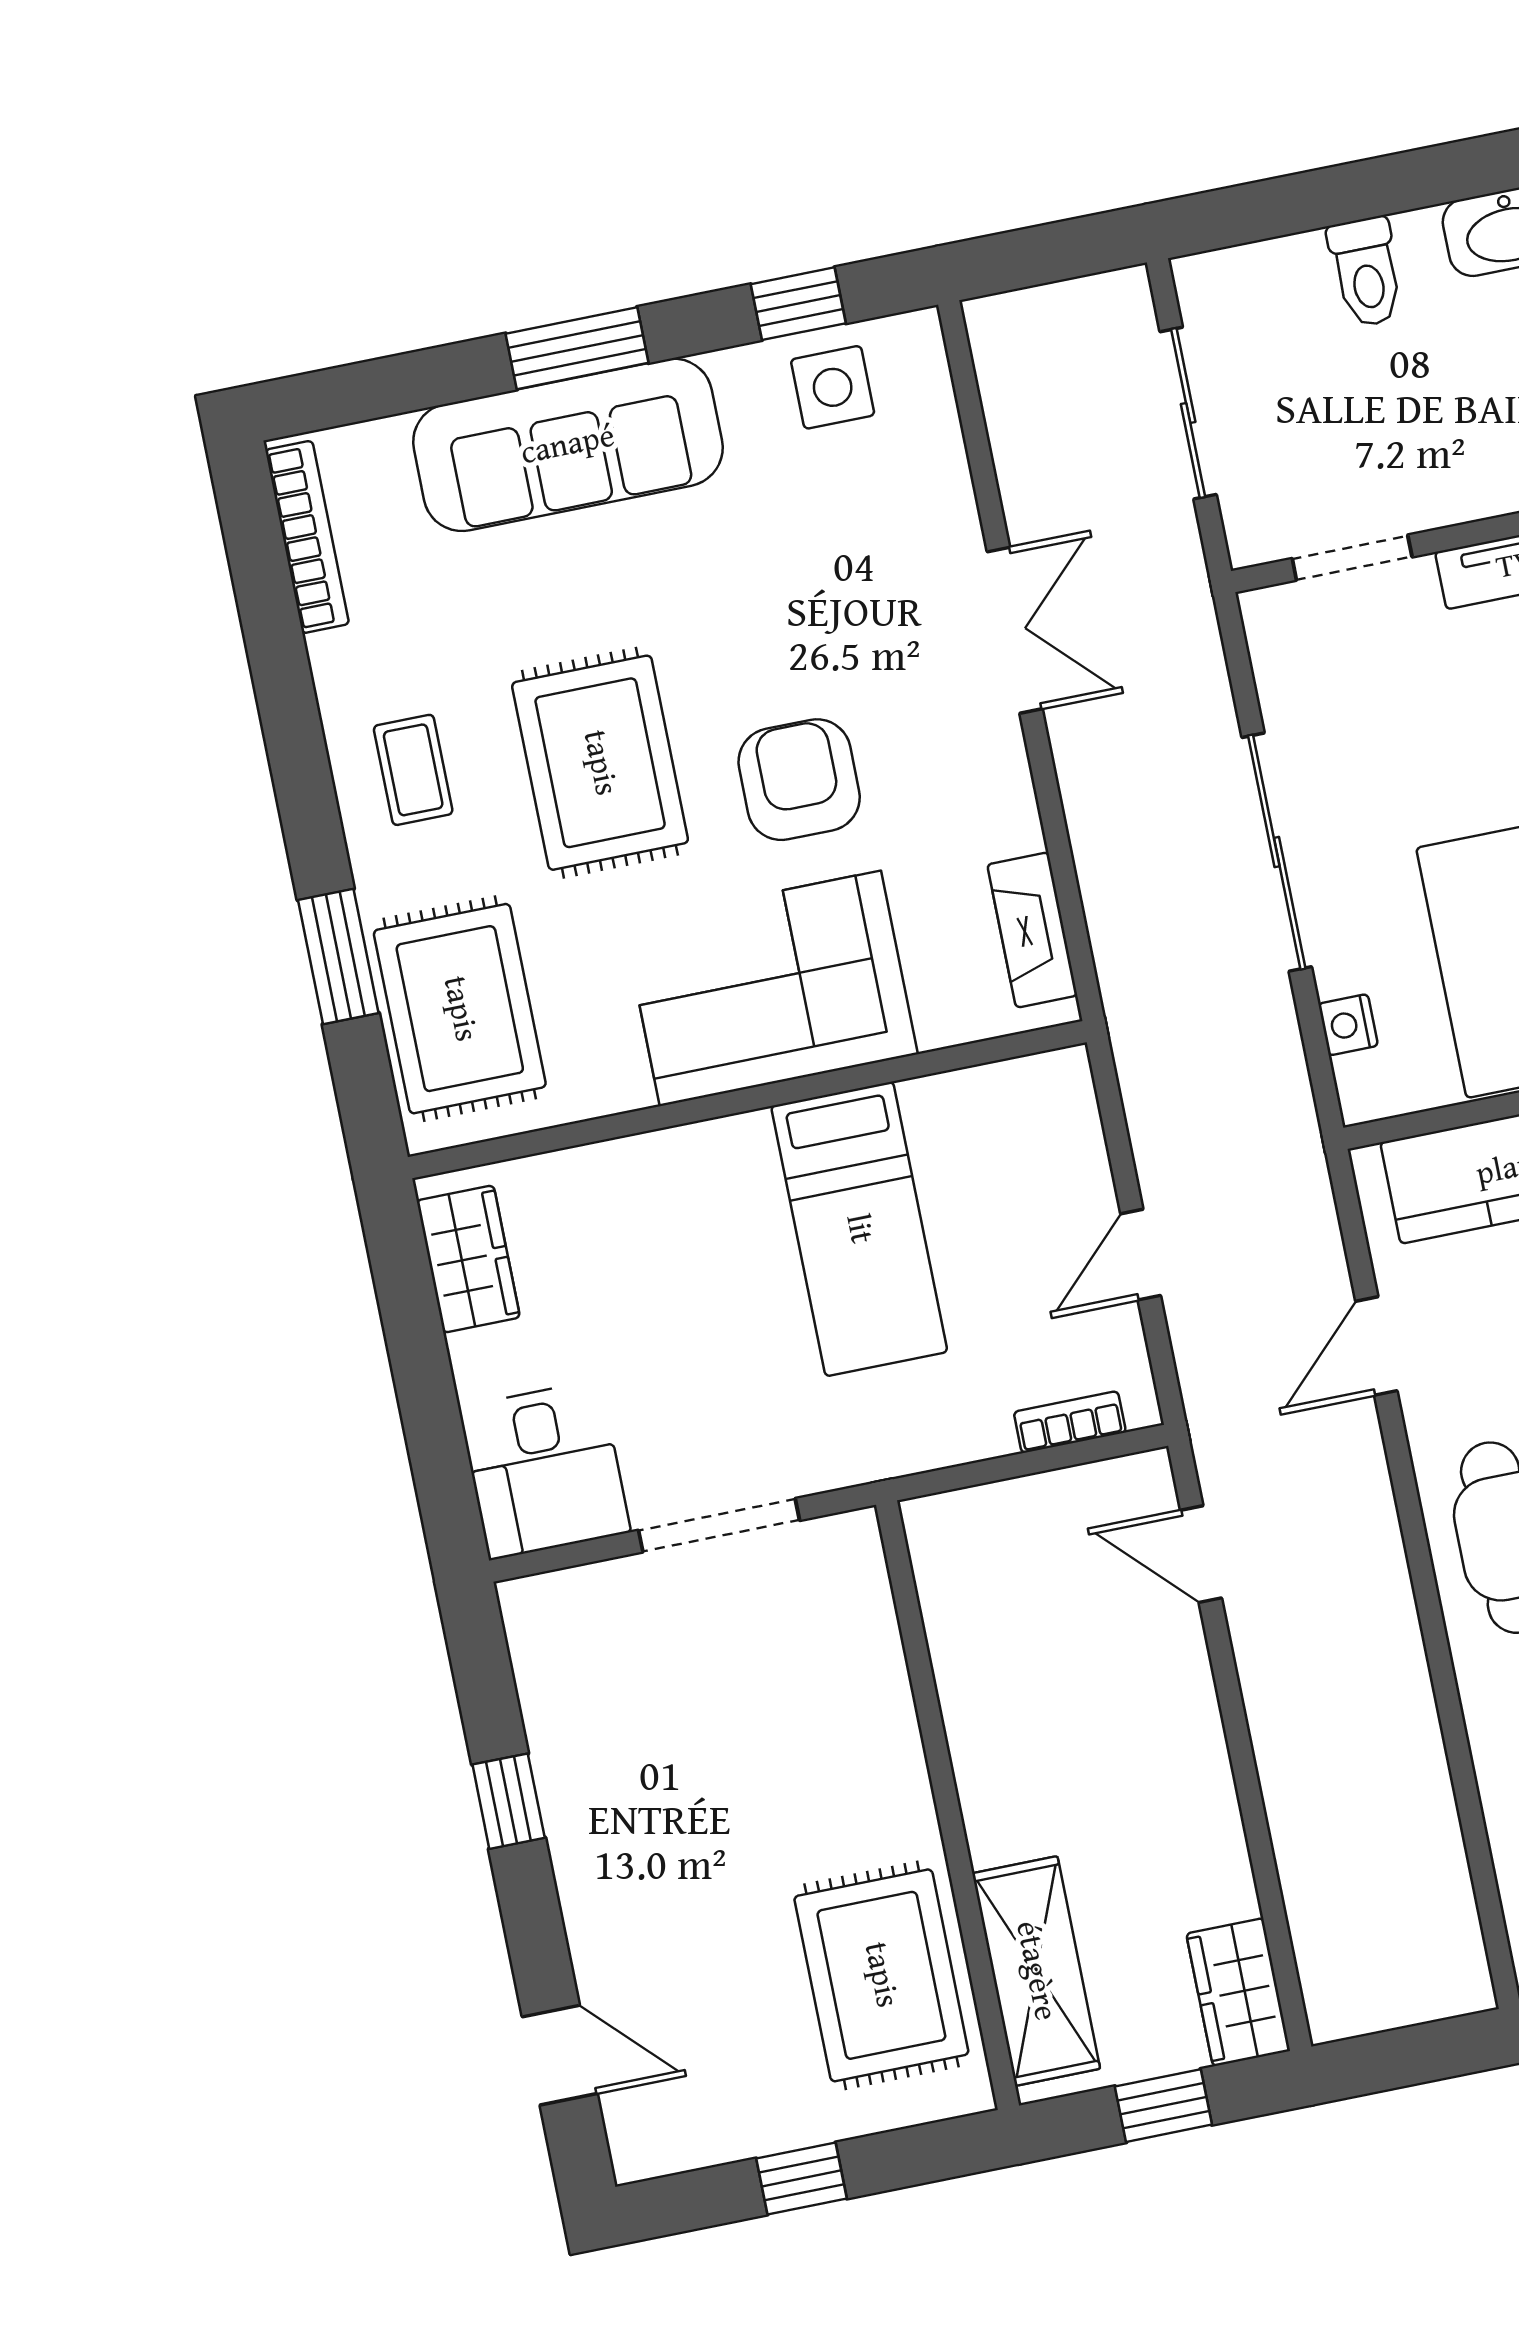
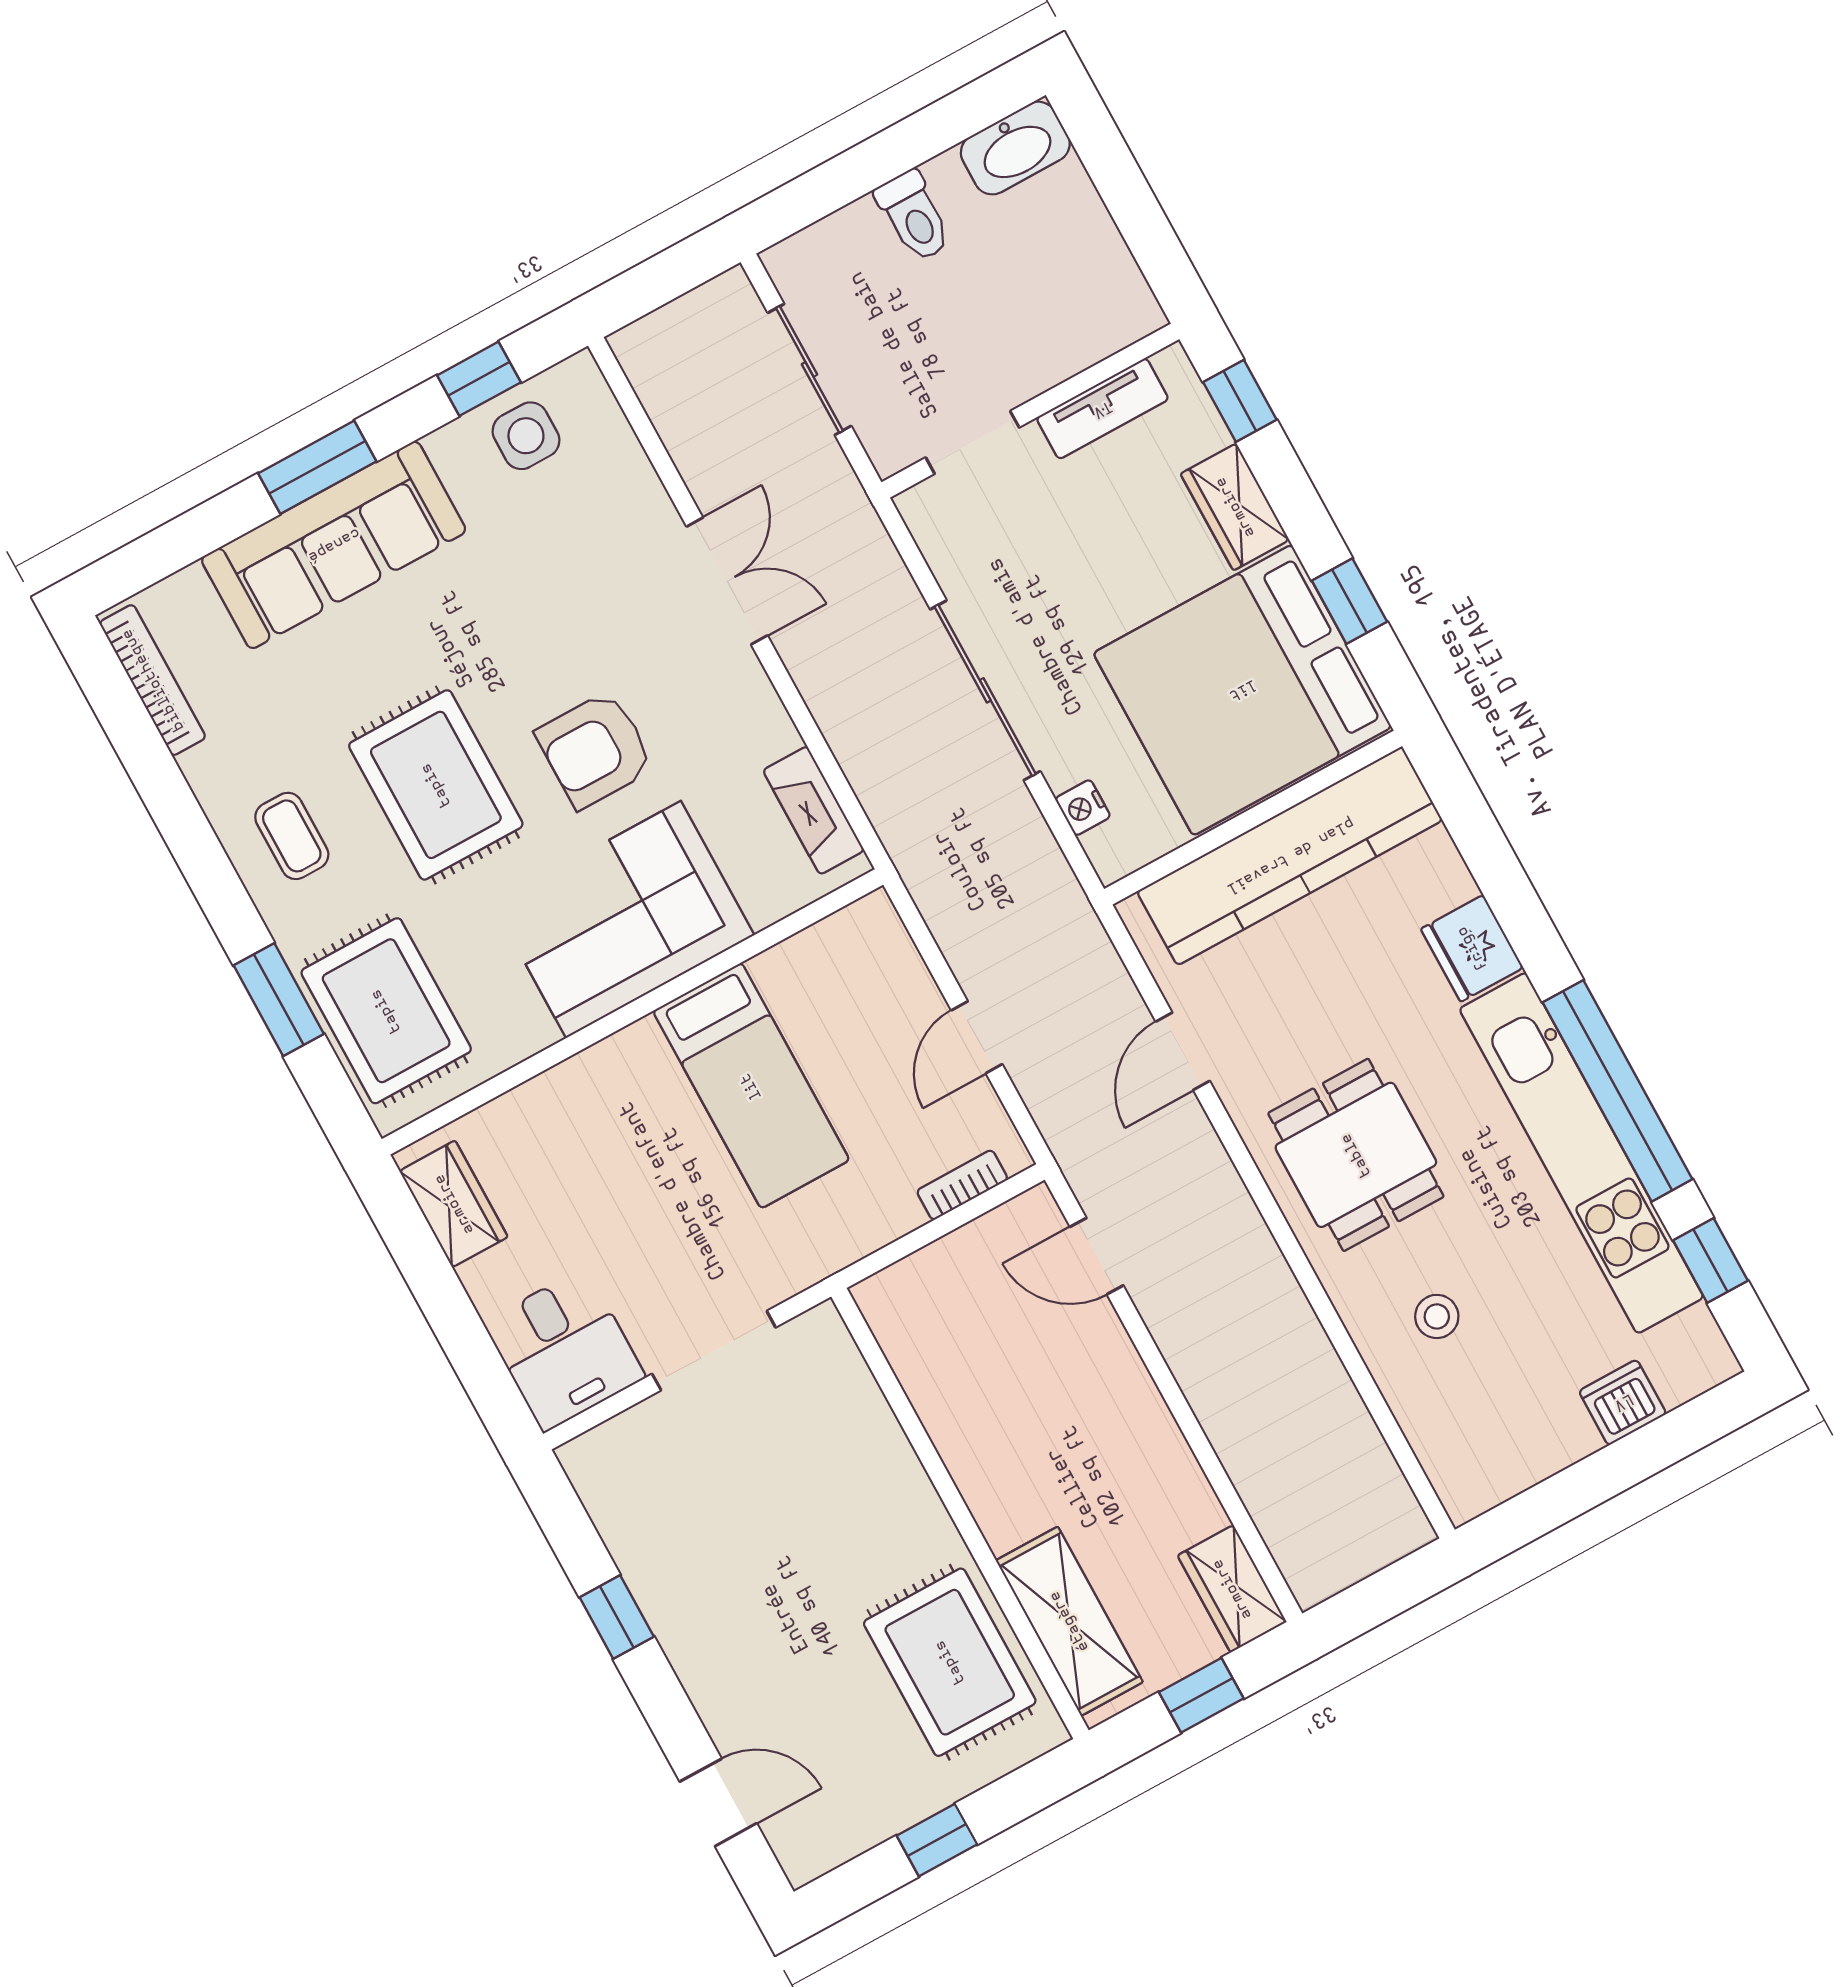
armchair: (799, 780) -> (595, 750), turned -90

